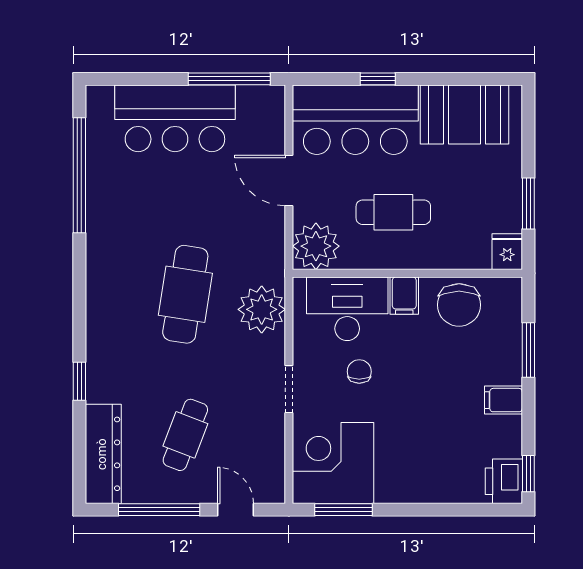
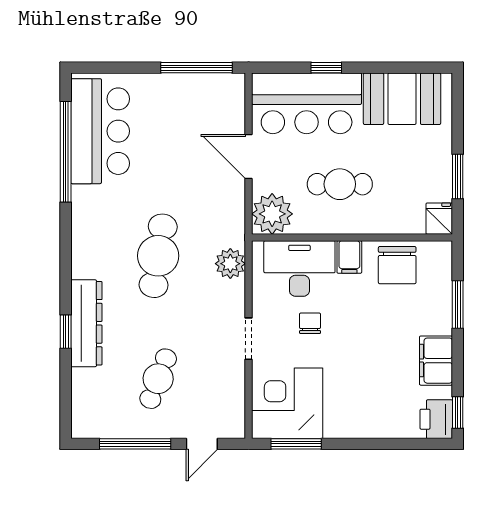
bar counter: (175, 118) -> (100, 131), moved, turned -90
plant: (262, 309) -> (230, 264), width x0.73, depth x0.73
filing cabinet: (503, 400) -> (436, 361), width x2.00
dresser: (103, 454) -> (86, 323), moved
door: (235, 510) -> (202, 444), swing flipped

